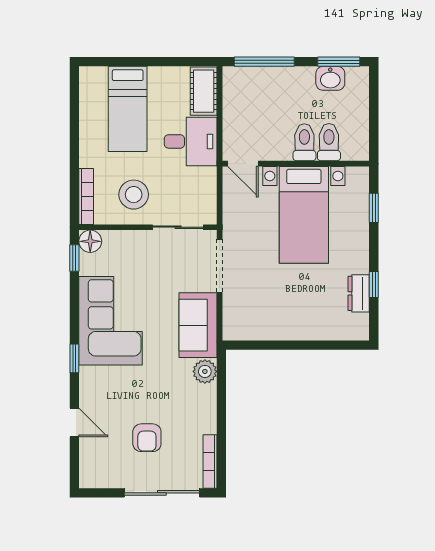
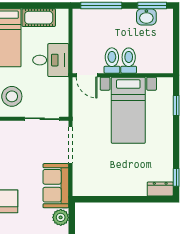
cot: (204, 91) -> (39, 18), moved, turned 90
toilet: (329, 142) -> (112, 61), moved
window: (374, 284) -> (176, 177), moved
dresser: (359, 293) -> (160, 189), moved, turned 90

